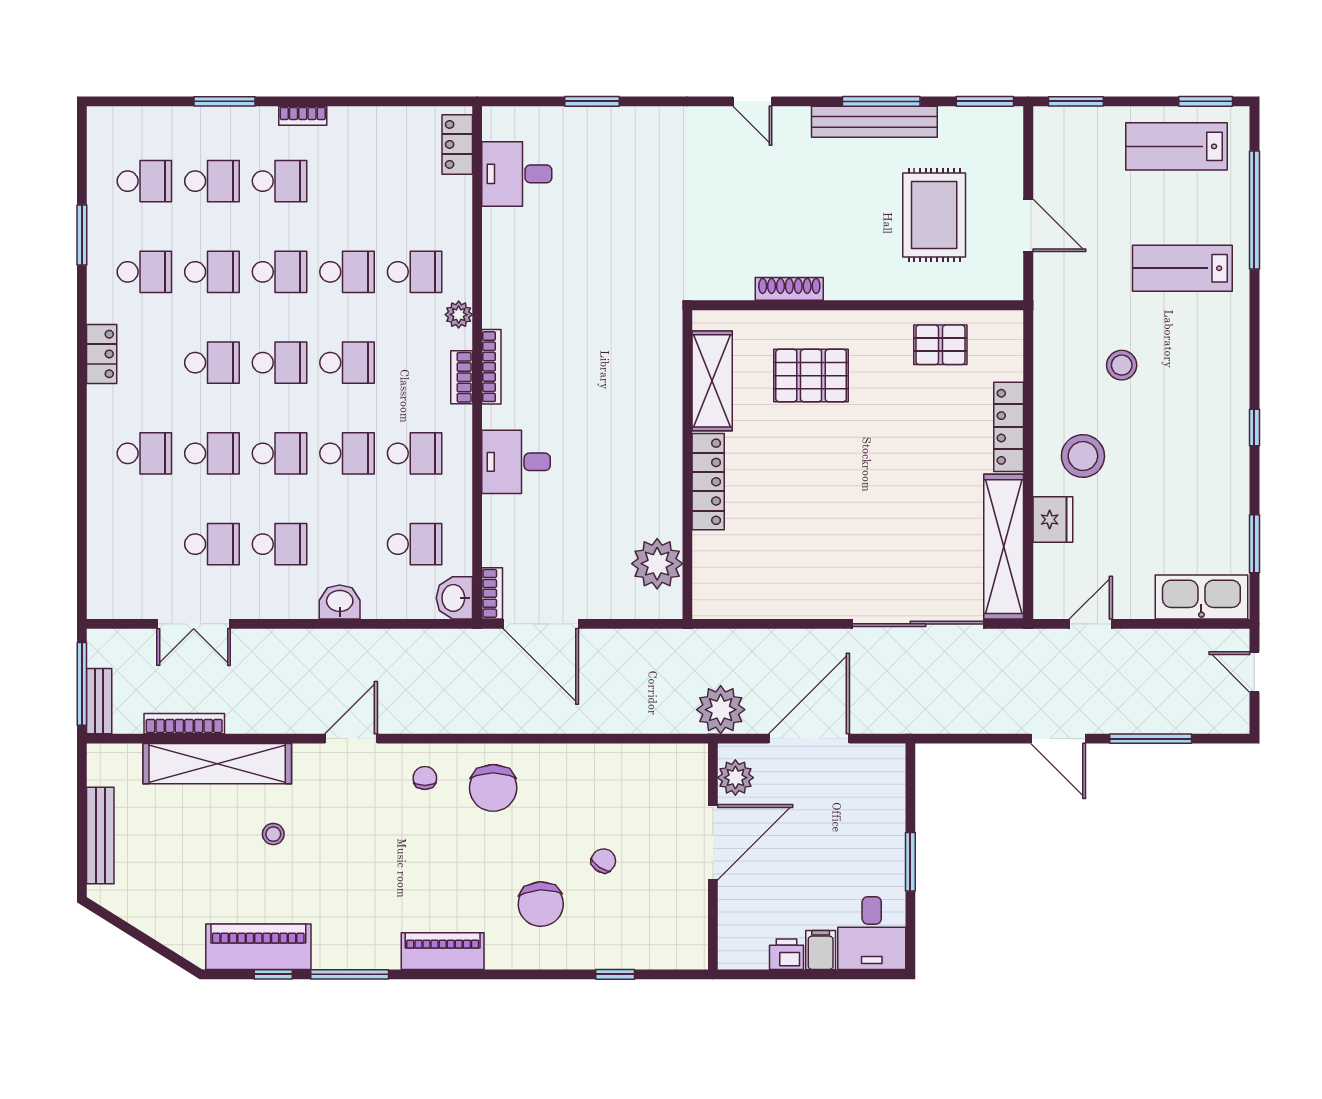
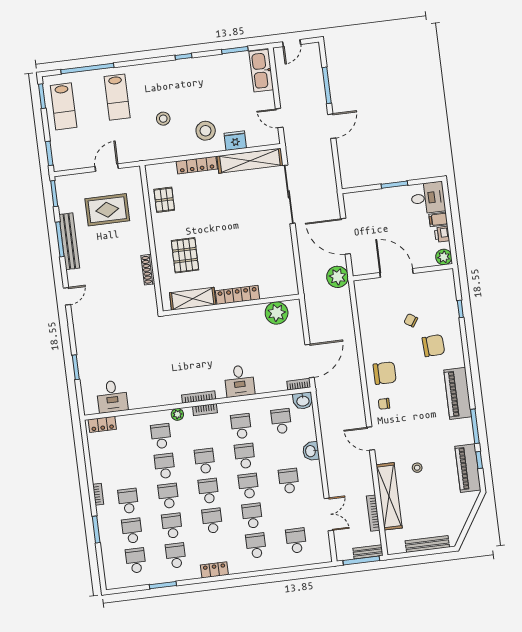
school desk: (212, 544) -> (296, 541), moved
plant: (735, 778) -> (444, 257), moved
piano: (443, 951) -> (458, 393), width x1.37, depth x1.33

